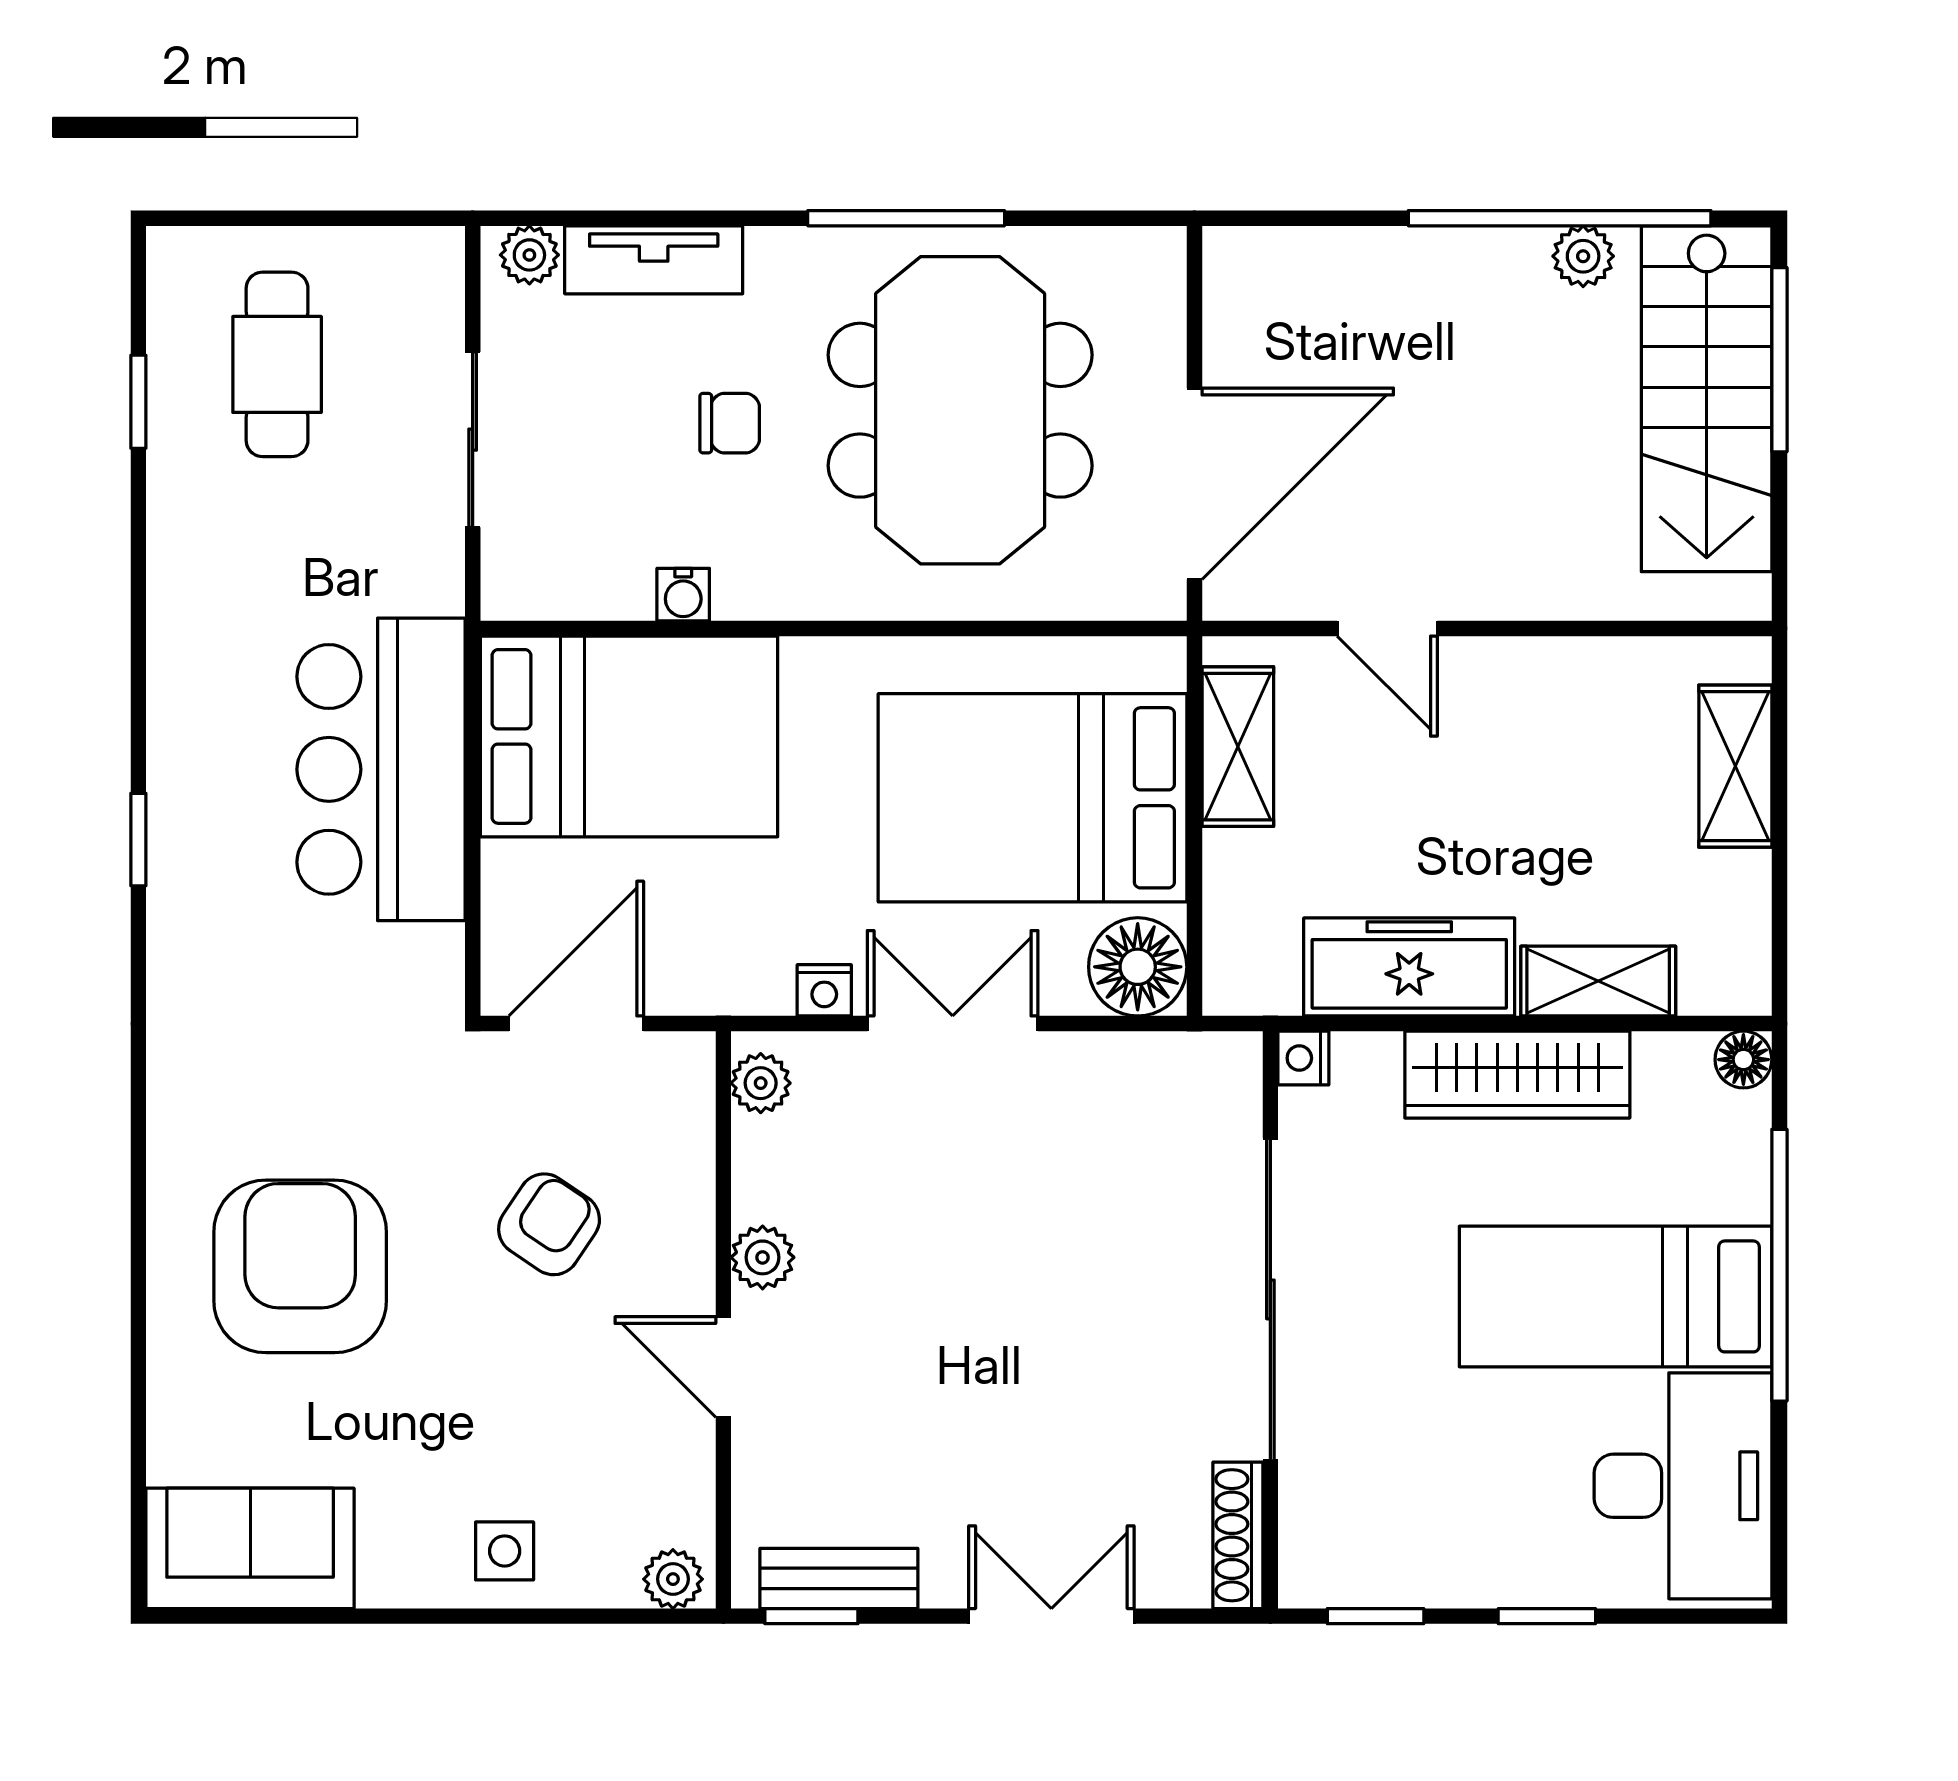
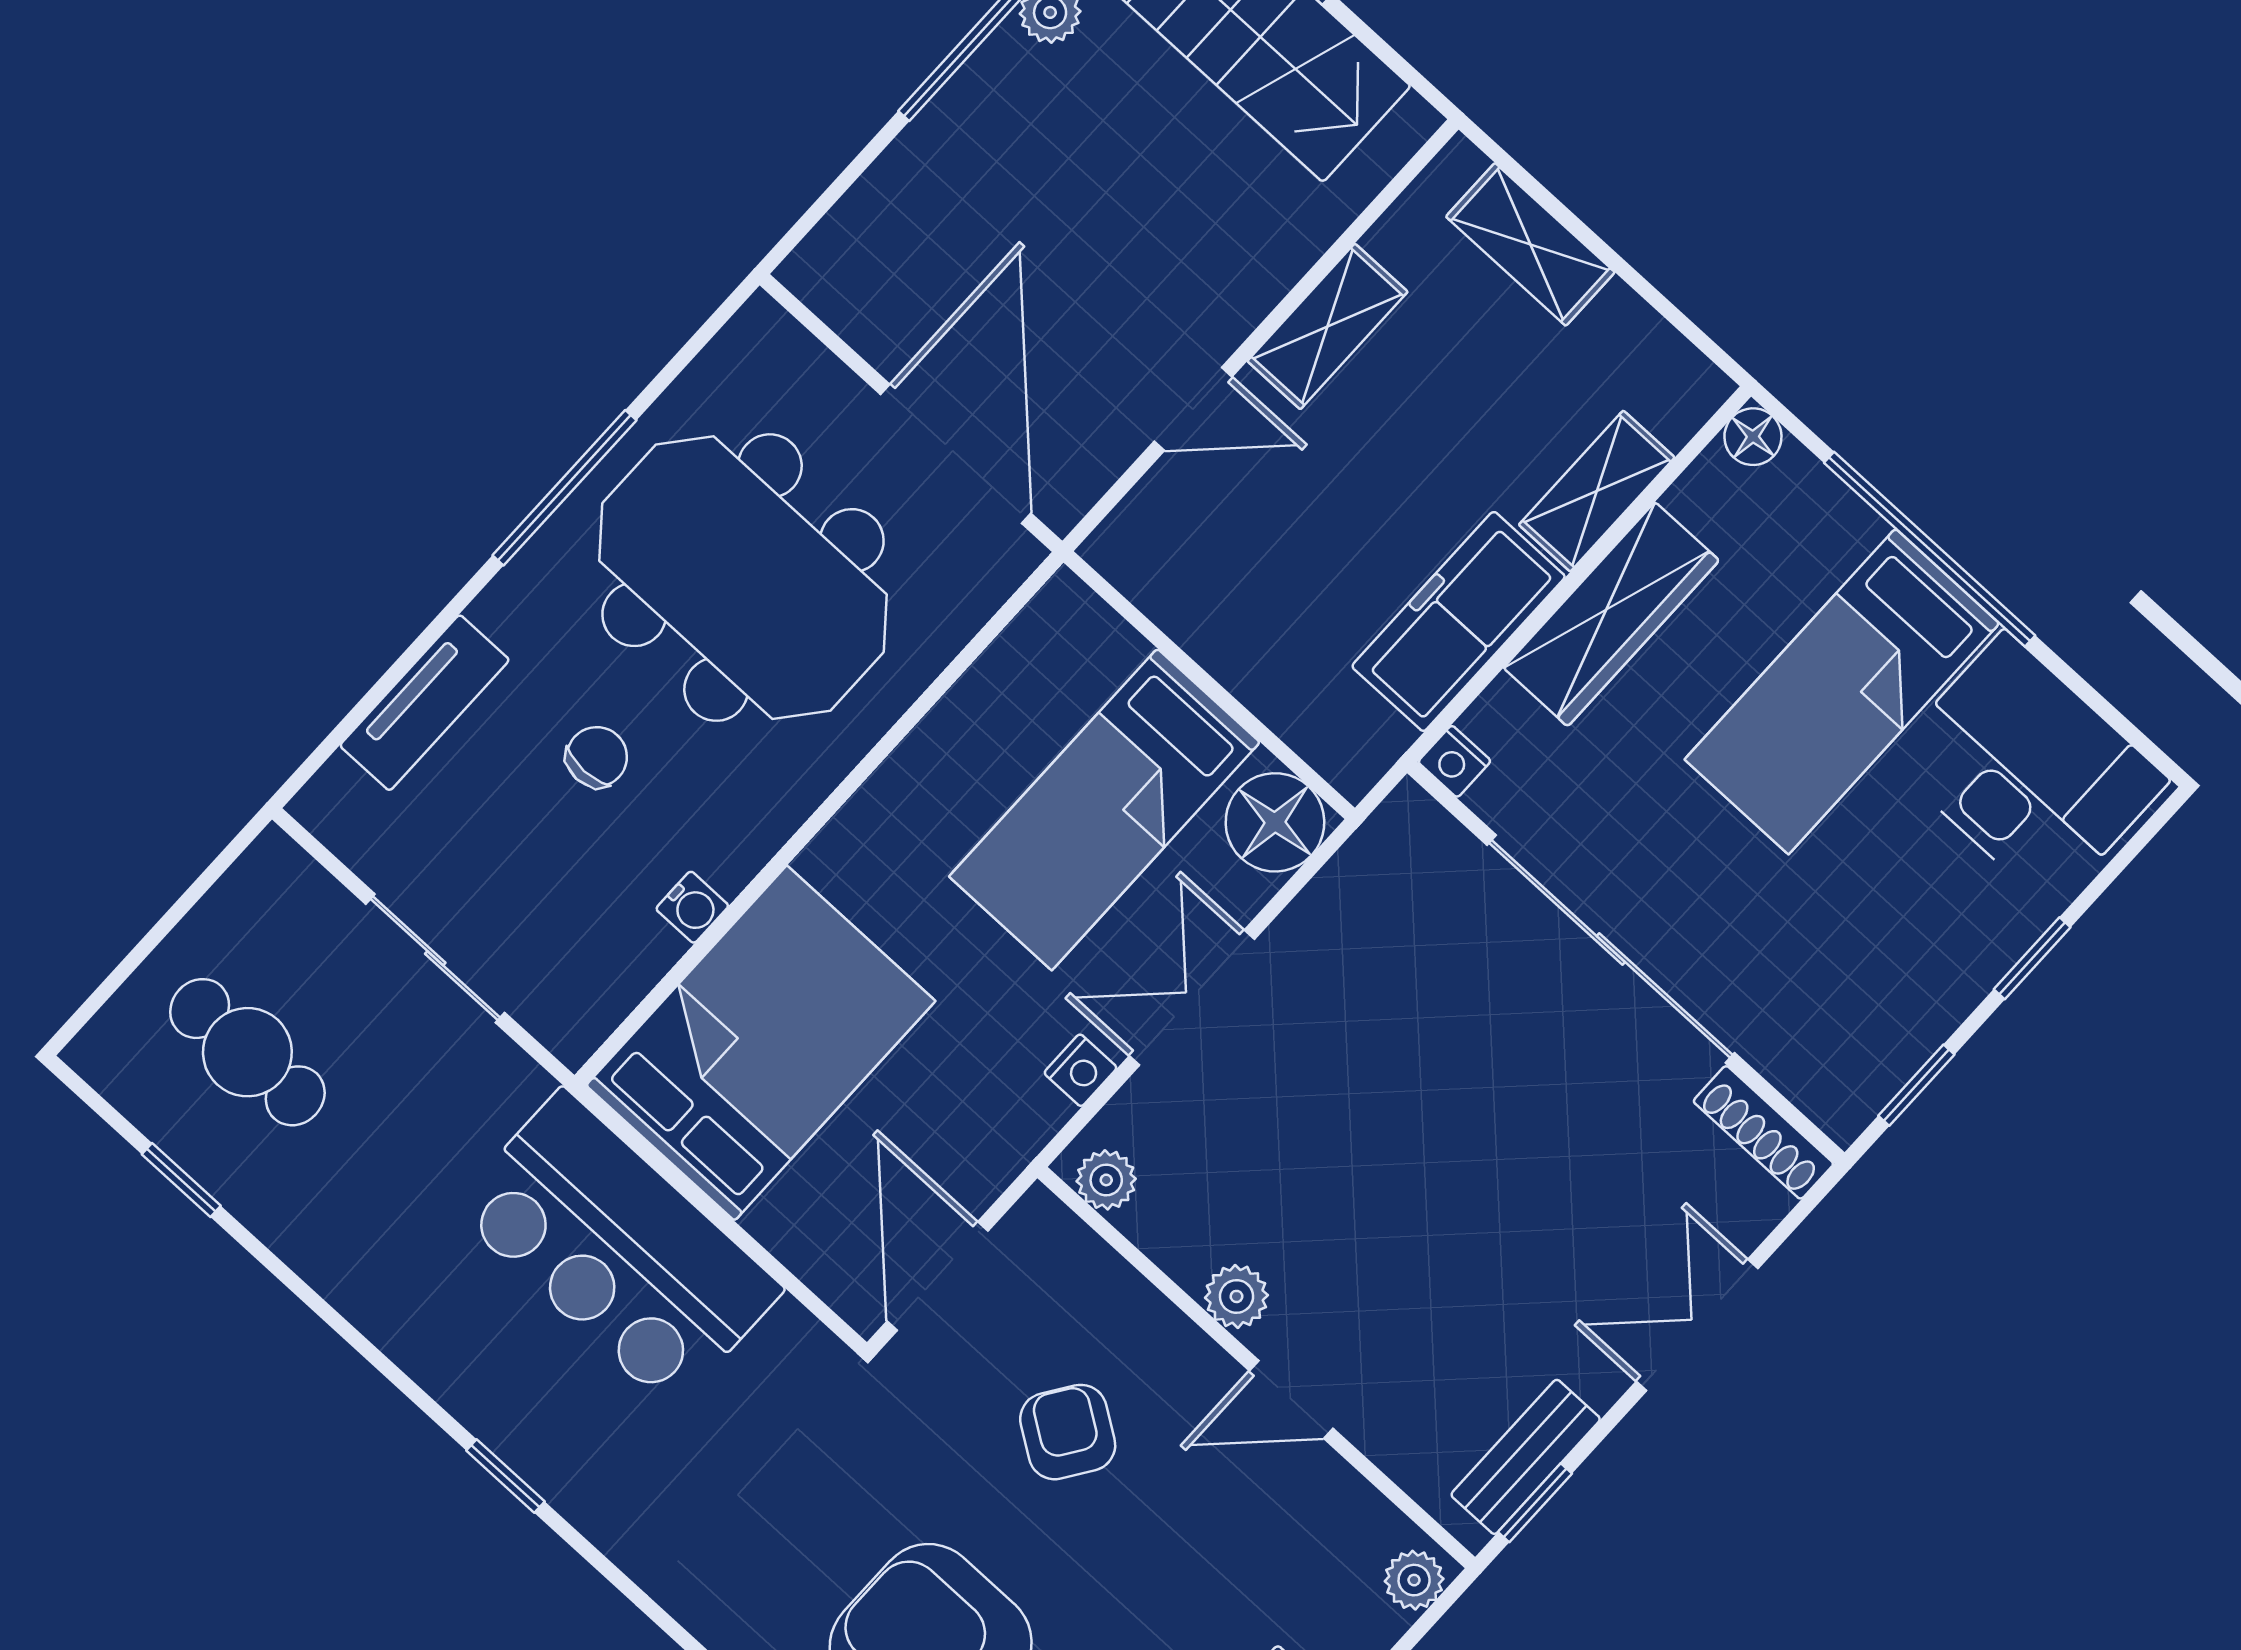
plant: (529, 255) -> (337, 791), removed
shelving: (1238, 747) -> (1328, 326), moved, turned 90
bed: (1032, 798) -> (1104, 809), width x0.67

